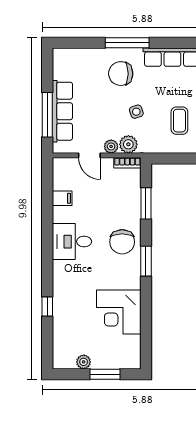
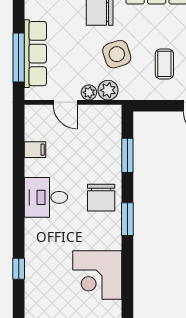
side table: (136, 112) -> (117, 54), width x1.87, depth x1.87
bookcase: (127, 163) -> (107, 111), removed

